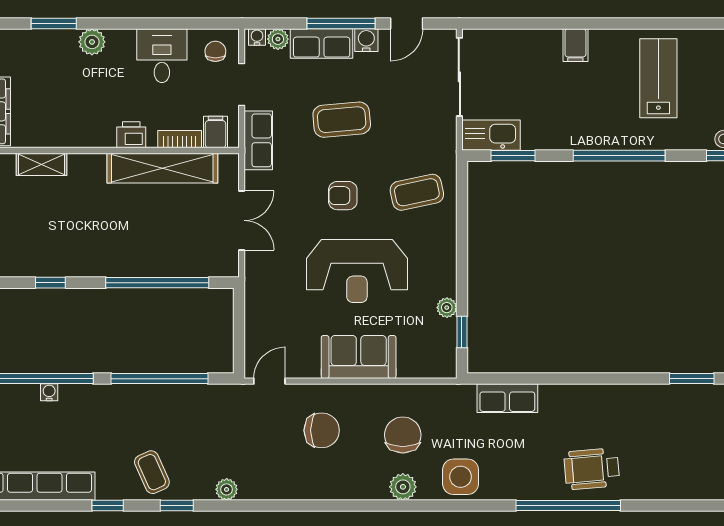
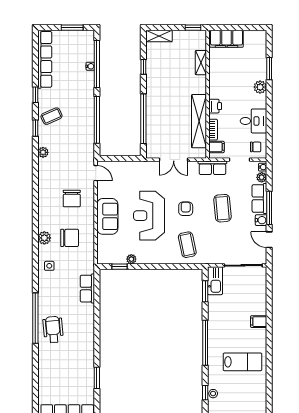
side table: (461, 477) -> (49, 266), width x0.54, depth x0.54

